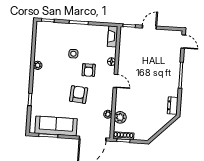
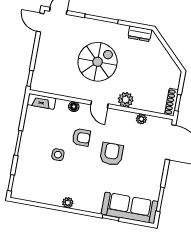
door: (149, 27) -> (40, 22), moved
spiral stairs: (148, 76) -> (98, 62), added
door: (115, 81) -> (99, 104), swing flipped
armchair: (79, 95) -> (112, 154), turned 85
plant: (120, 117) -> (126, 100), moved
sofa: (56, 126) -> (130, 208), moved, turned 90

